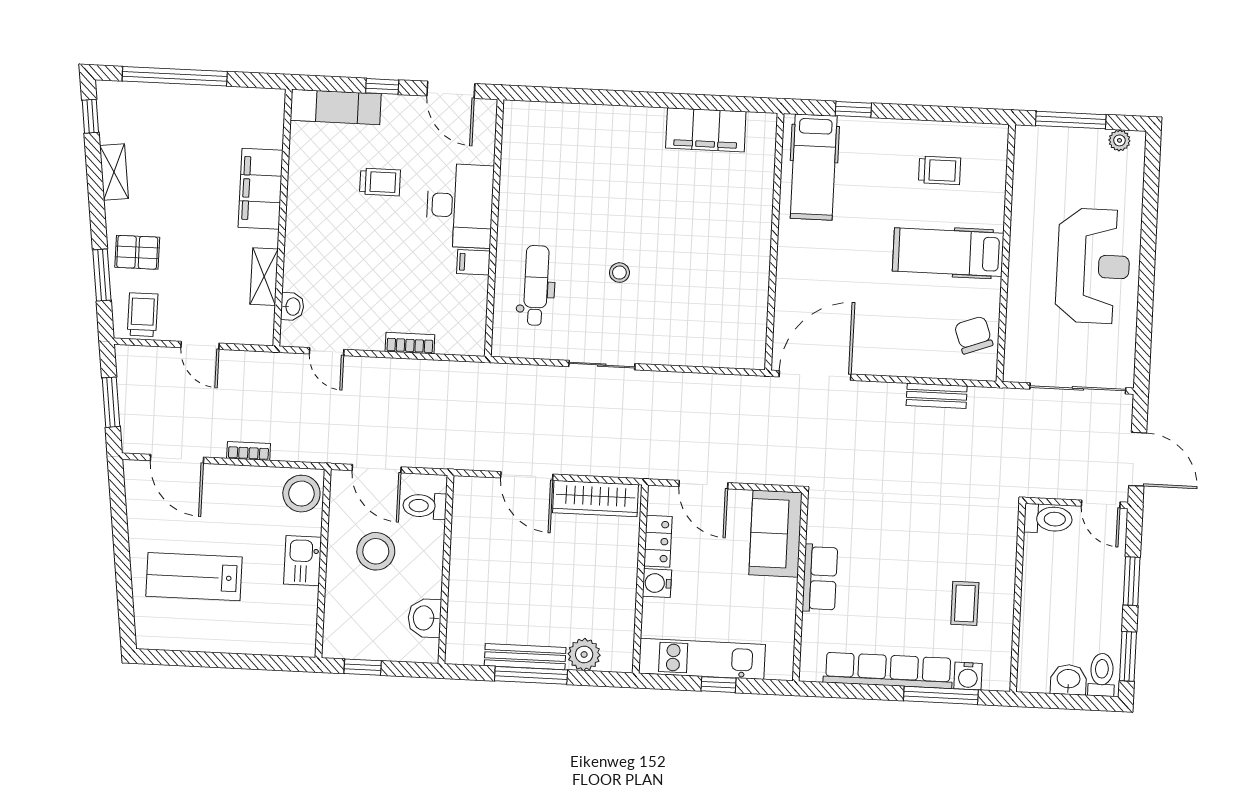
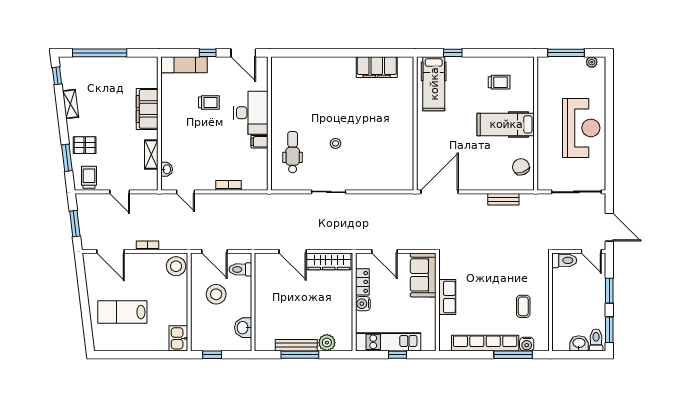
kitchen sink: (303, 561) -> (178, 338), moved

